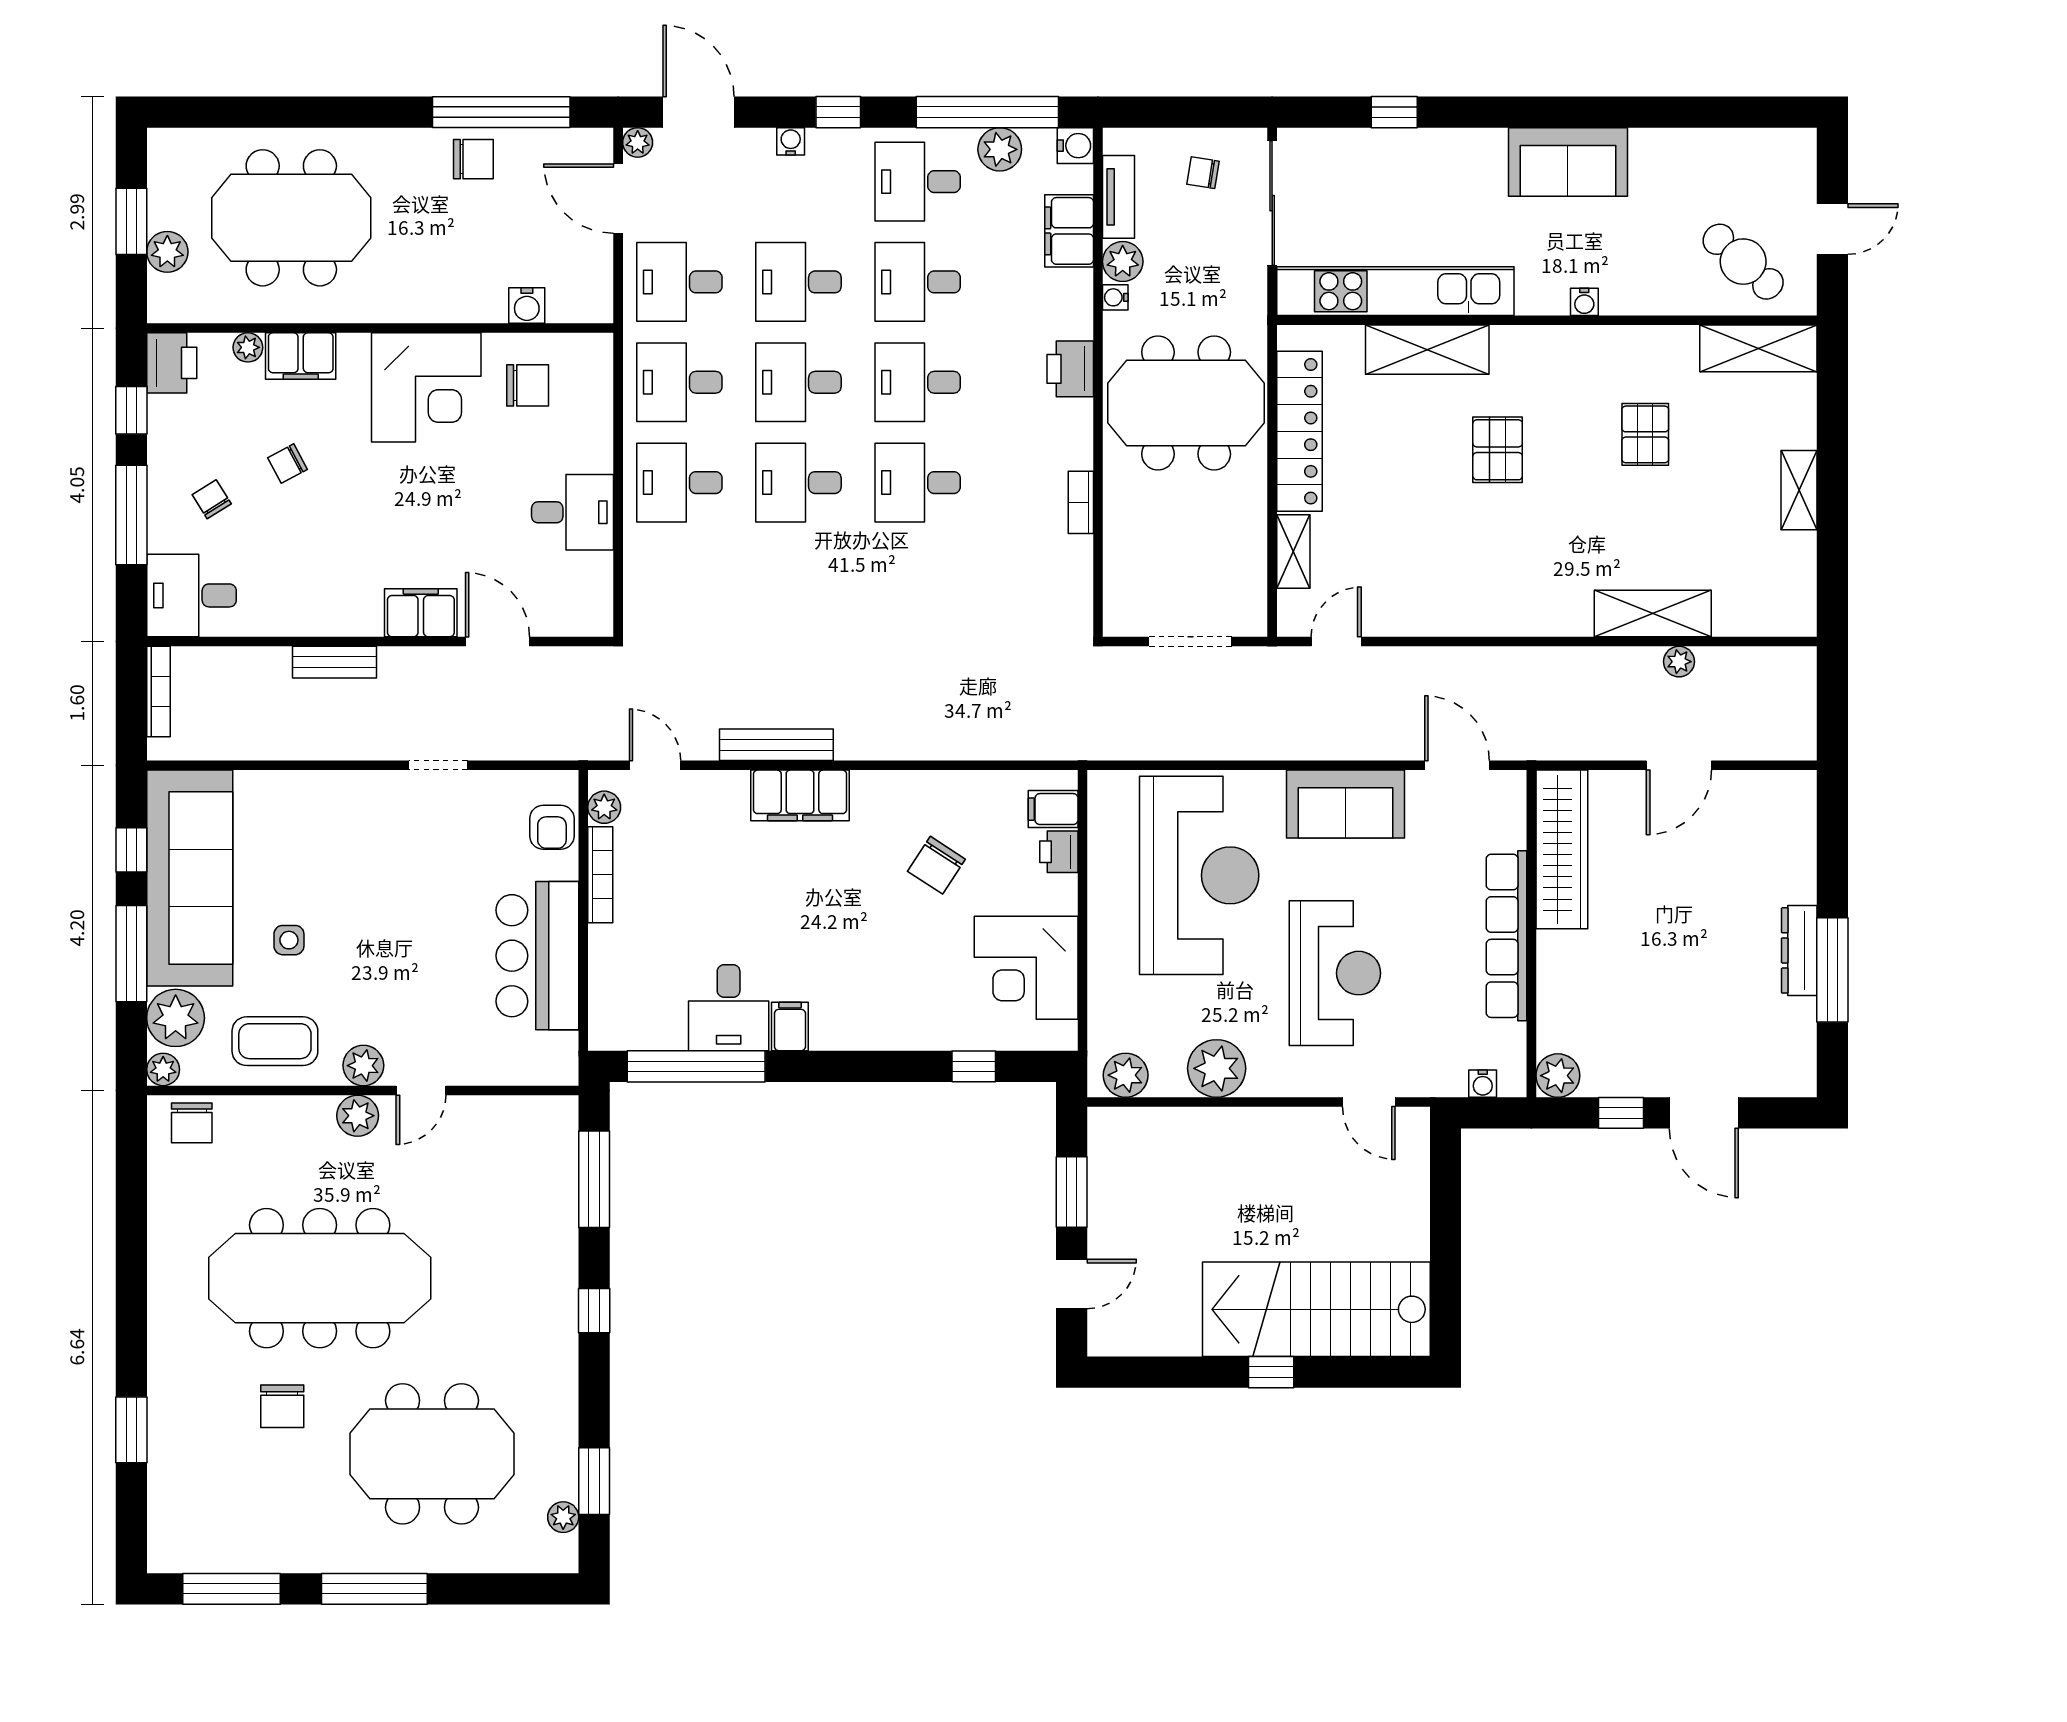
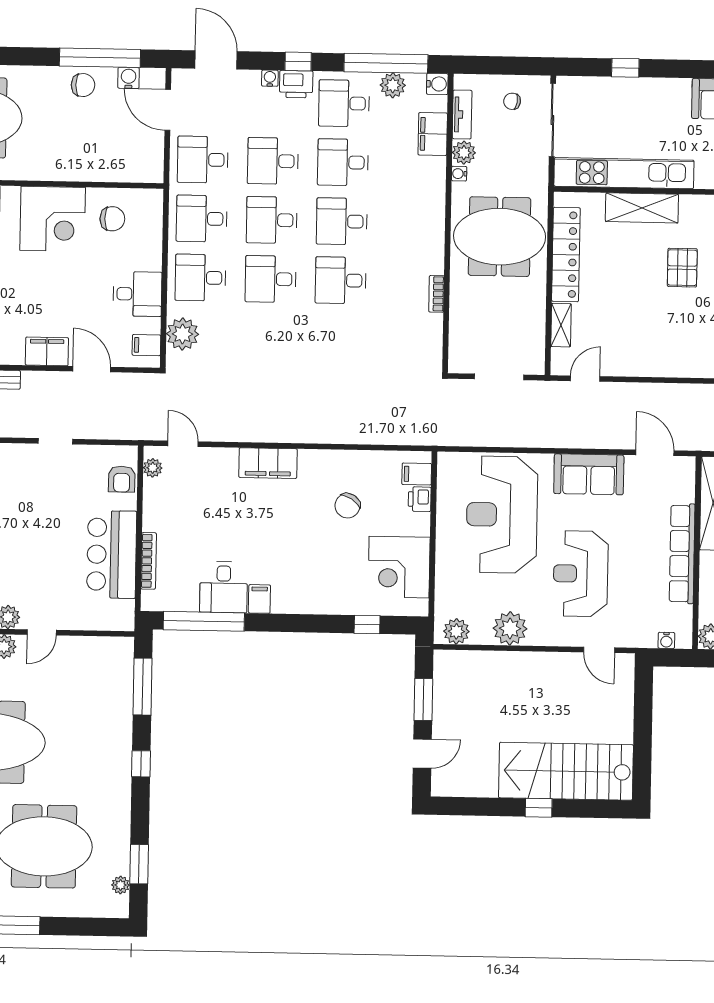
plant: (638, 142) -> (183, 334), moved, width x1.87, depth x1.87
water cooler: (527, 306) -> (129, 78), moved, turned 180
printer: (1070, 369) -> (296, 84), moved, turned -90
filing cabinet: (590, 599) -> (146, 345), added
bench: (776, 745) -> (255, 433), removed
bookcase: (600, 875) -> (149, 561), moved
reception desk: (1199, 875) -> (502, 515), turned 180
reception desk: (1335, 973) -> (581, 574), turned 180

